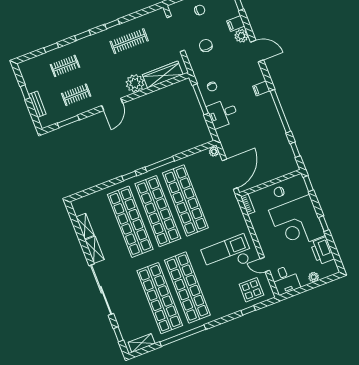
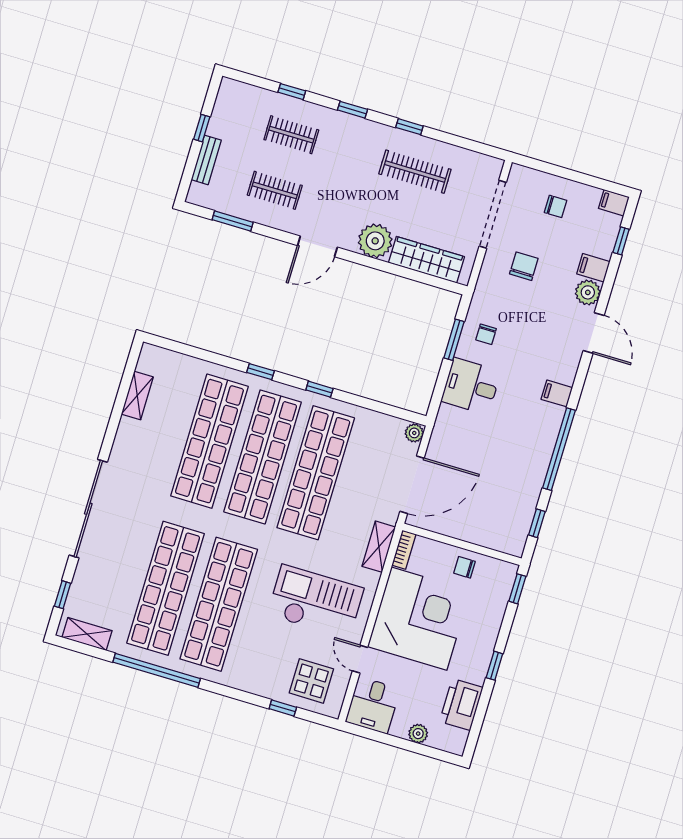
window: (200, 99) -> (454, 340), width x0.69
window: (160, 164) -> (319, 389), width x0.46
corner desk: (297, 223) -> (419, 619), moved, turned 180
shelving: (94, 250) -> (379, 547), moved

